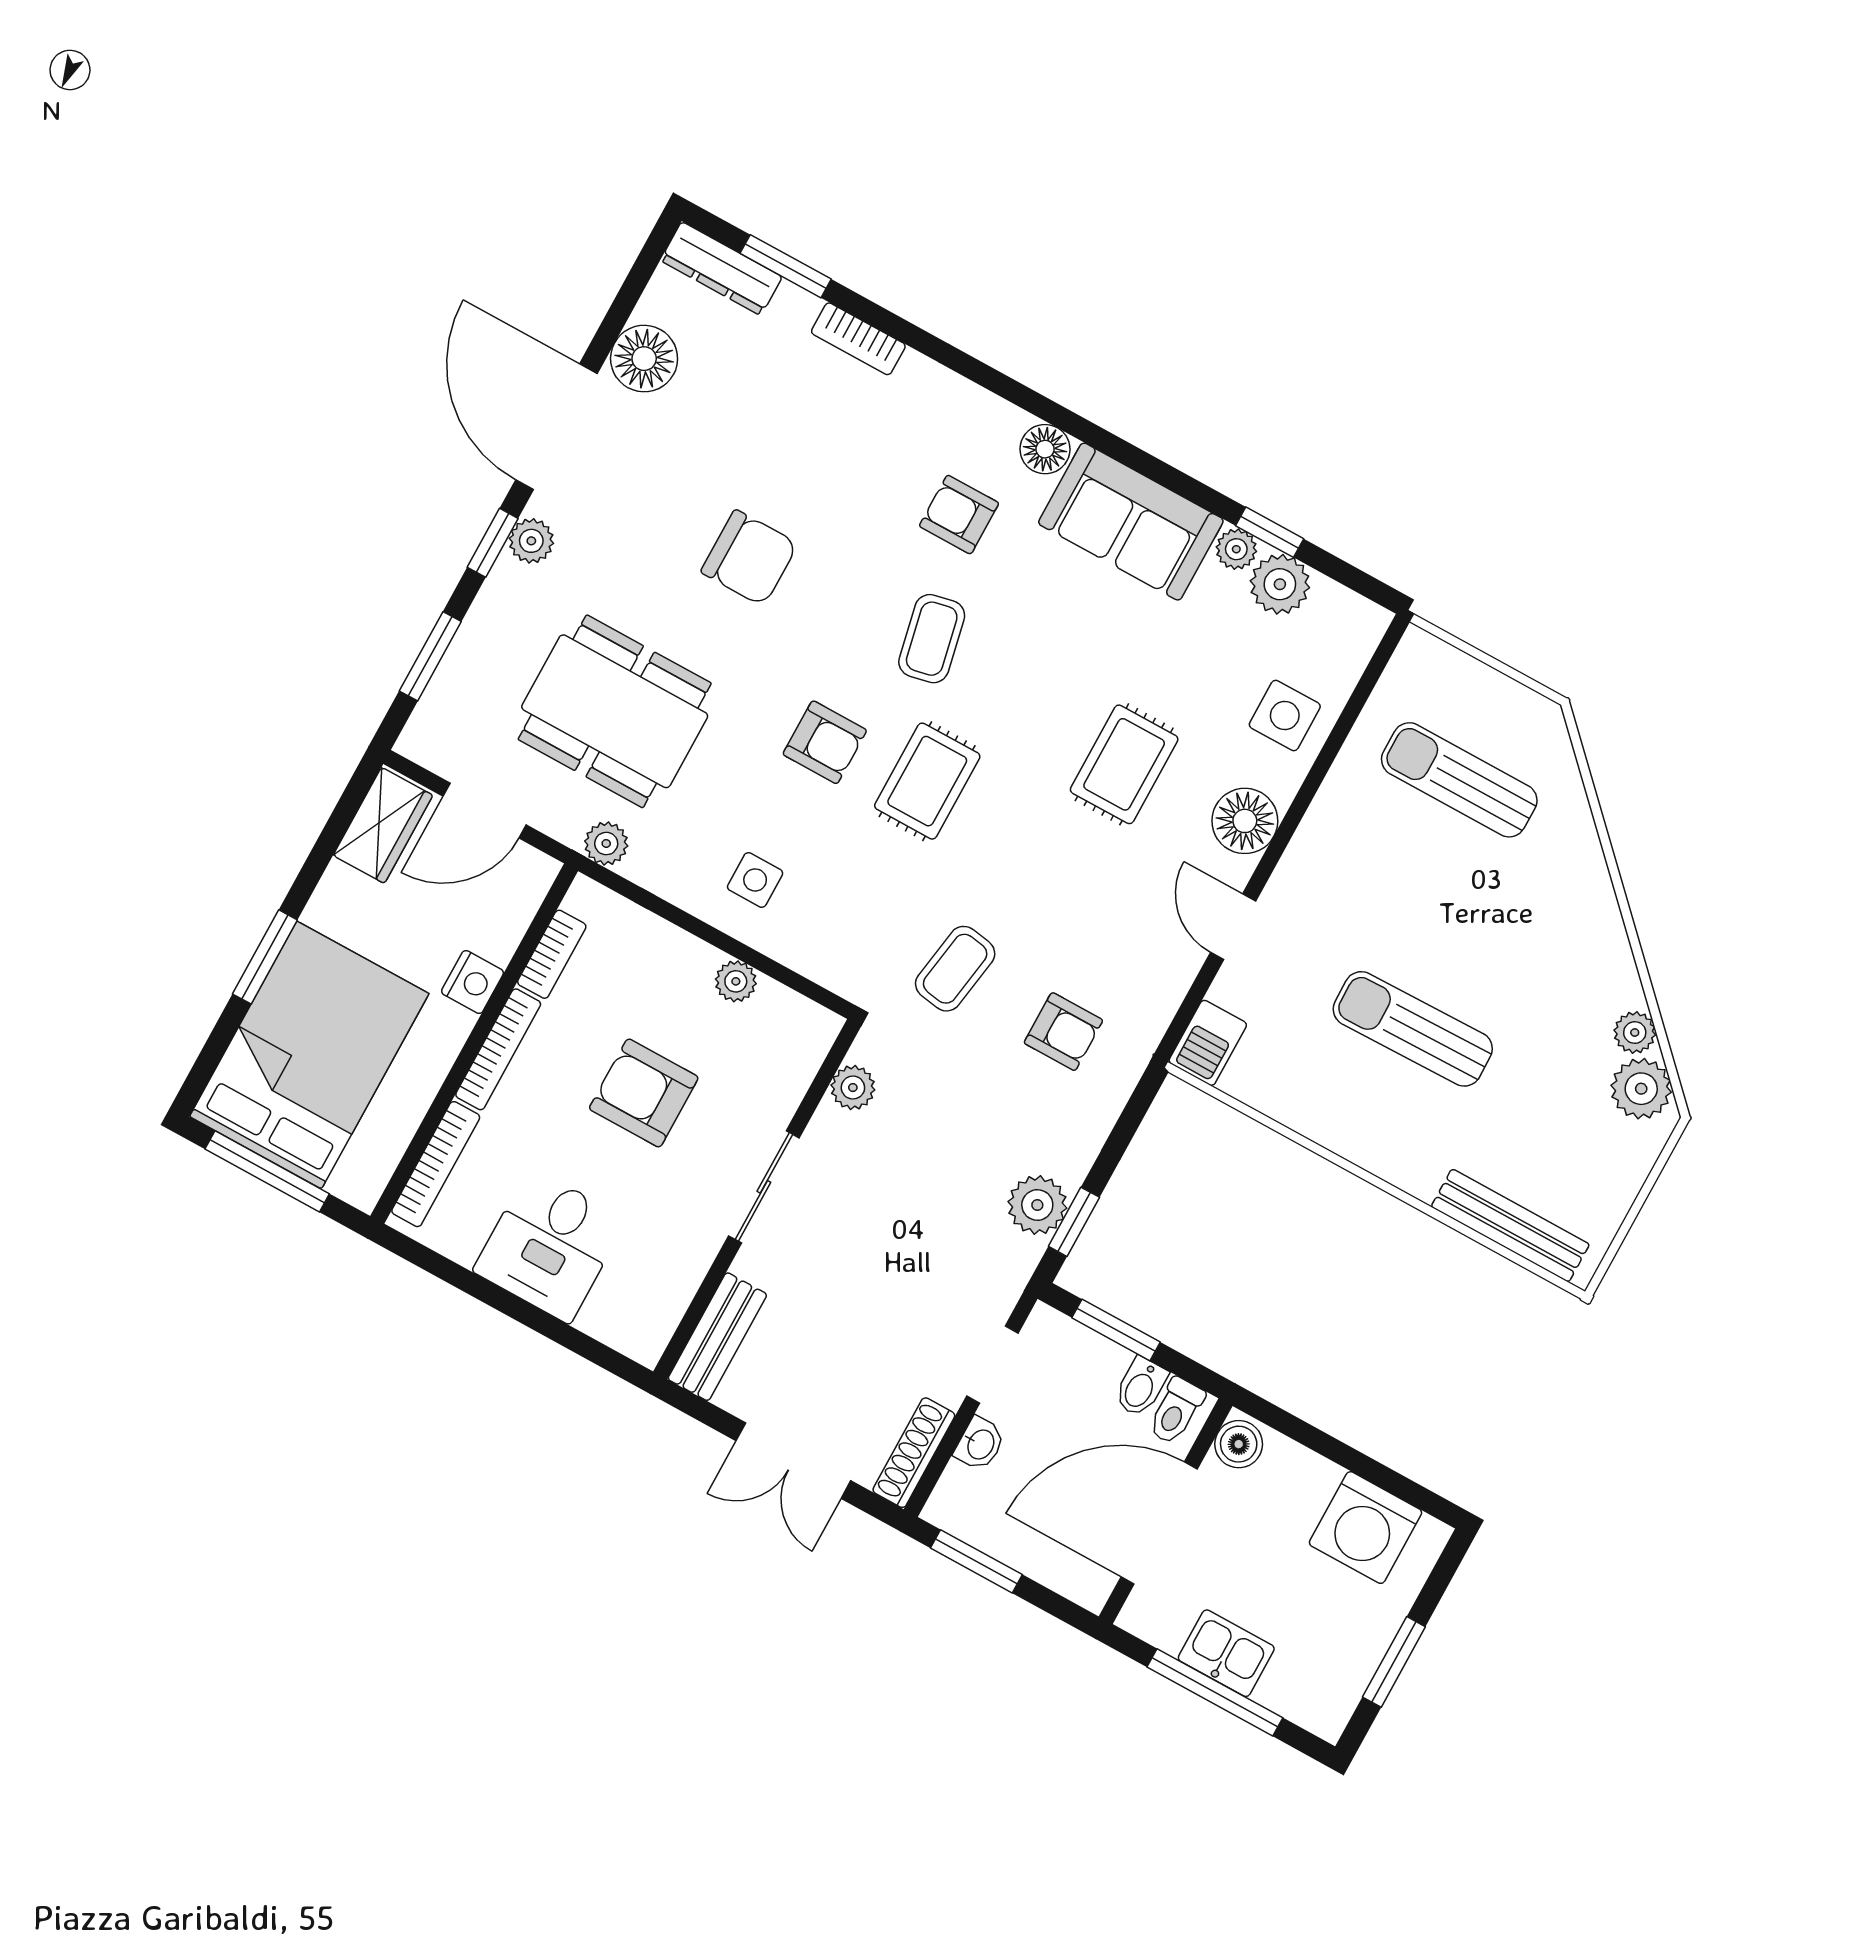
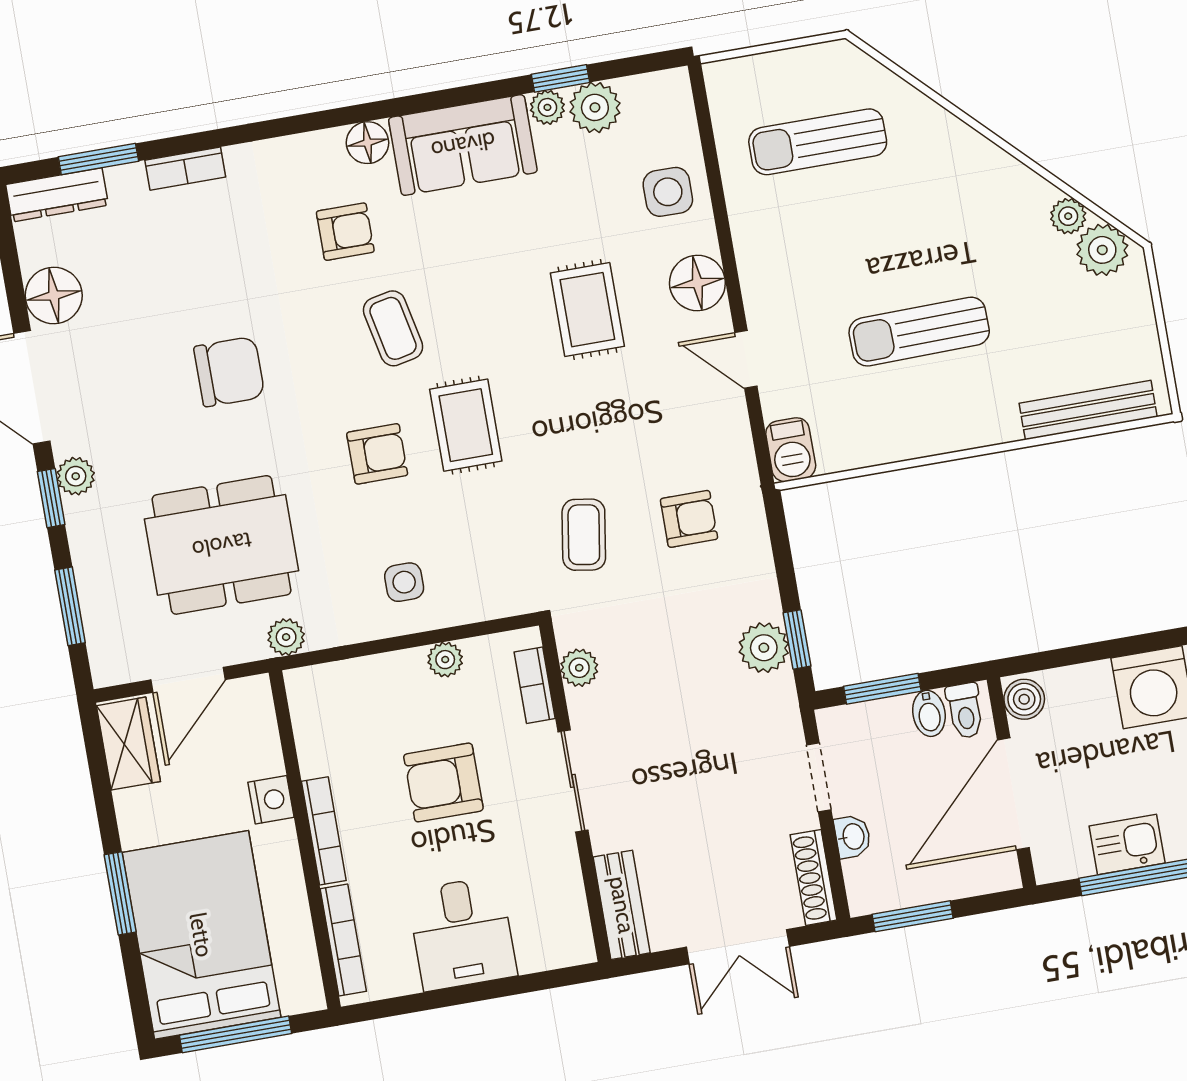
armchair: (959, 515) -> (345, 232), turned 180
bookcase: (552, 954) -> (535, 685), moved, turned 180

